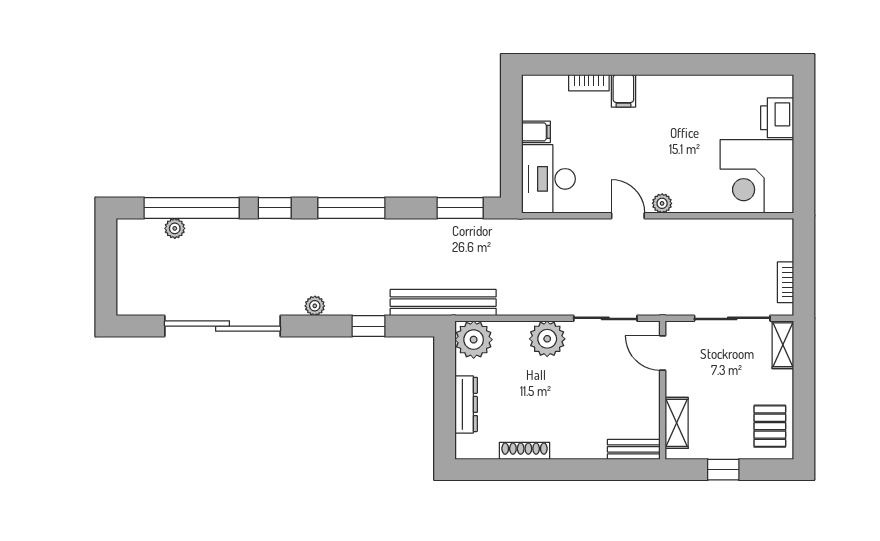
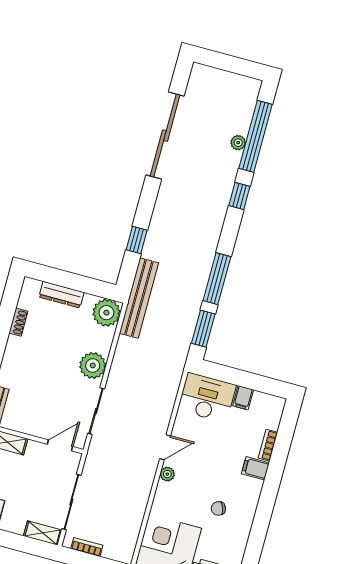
chair: (689, 125) -> (218, 508), added
window: (351, 208) -> (217, 279), moved
plant: (175, 228) -> (238, 143), moved
plant: (315, 306) -> (162, 206), removed
shoe rack: (525, 451) -> (18, 322), width x0.70

